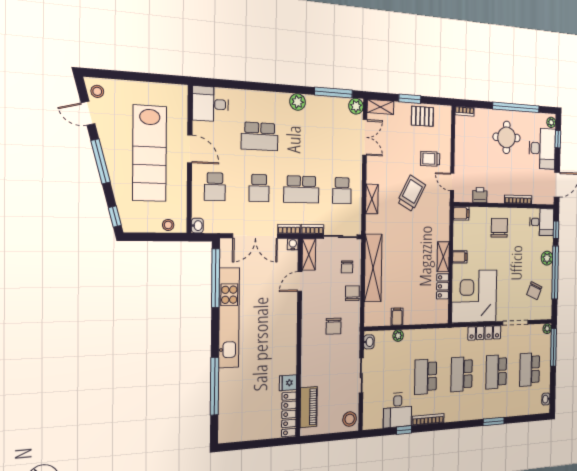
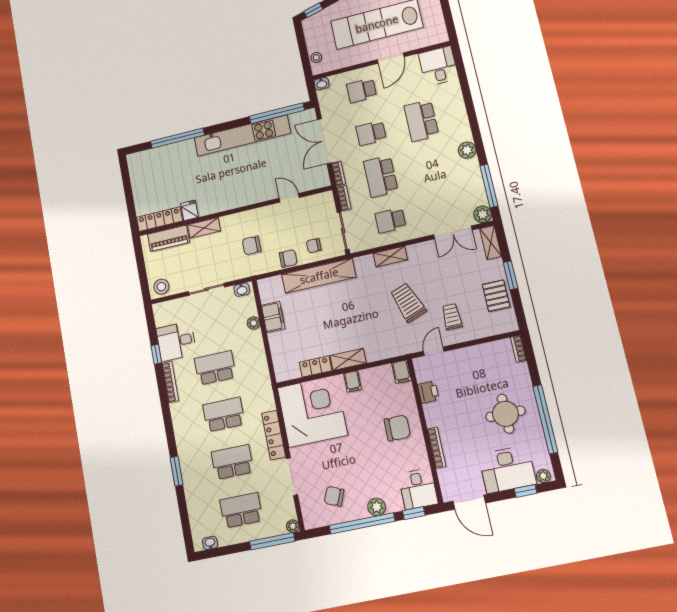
trolley: (411, 193) -> (408, 303), turned -138
water cooler: (293, 244) -> (324, 181), removed
shelving: (309, 255) -> (204, 228), moved
filing cabinet: (397, 317) -> (273, 317), width x2.00

